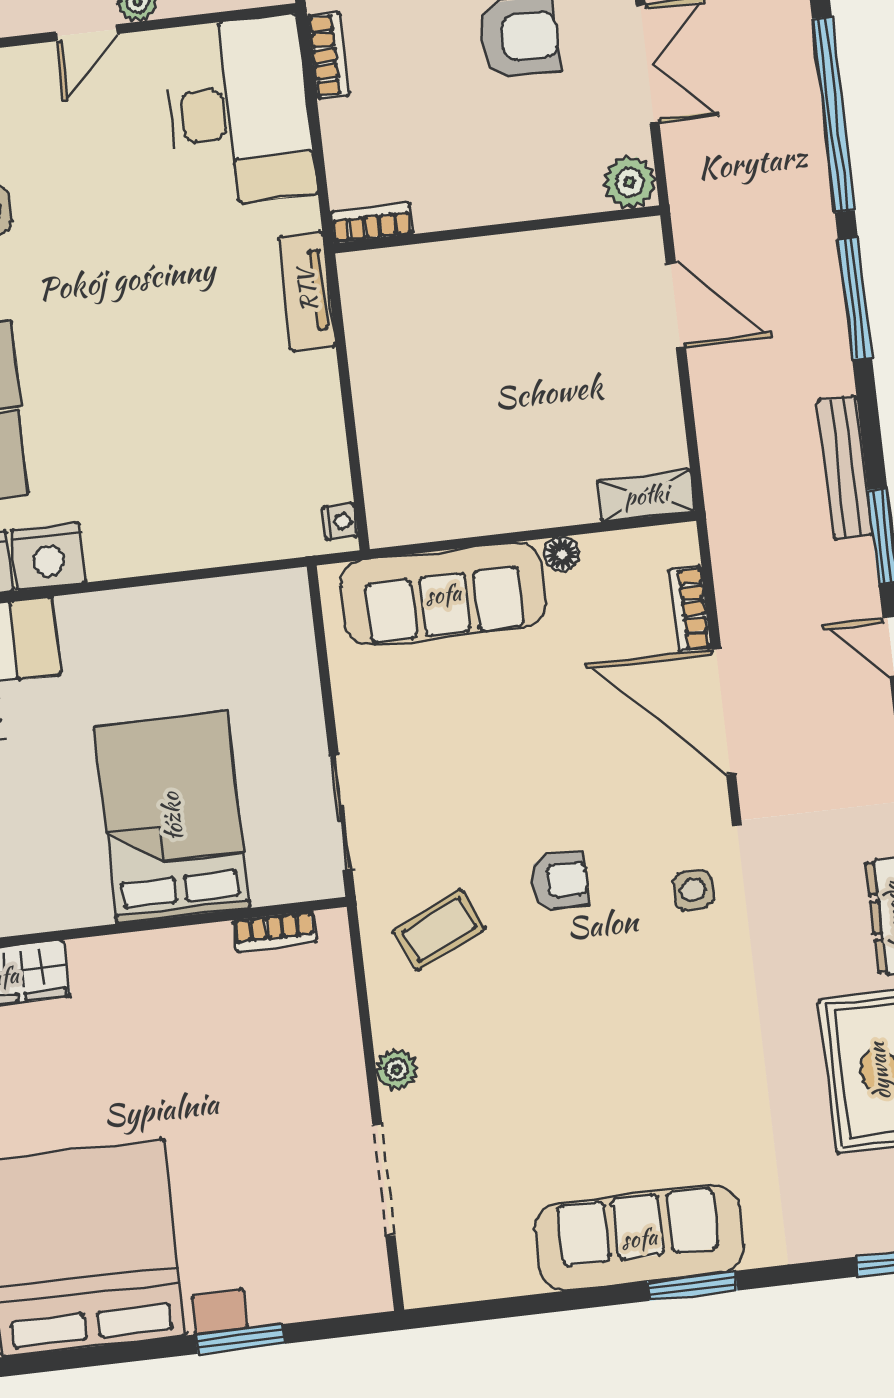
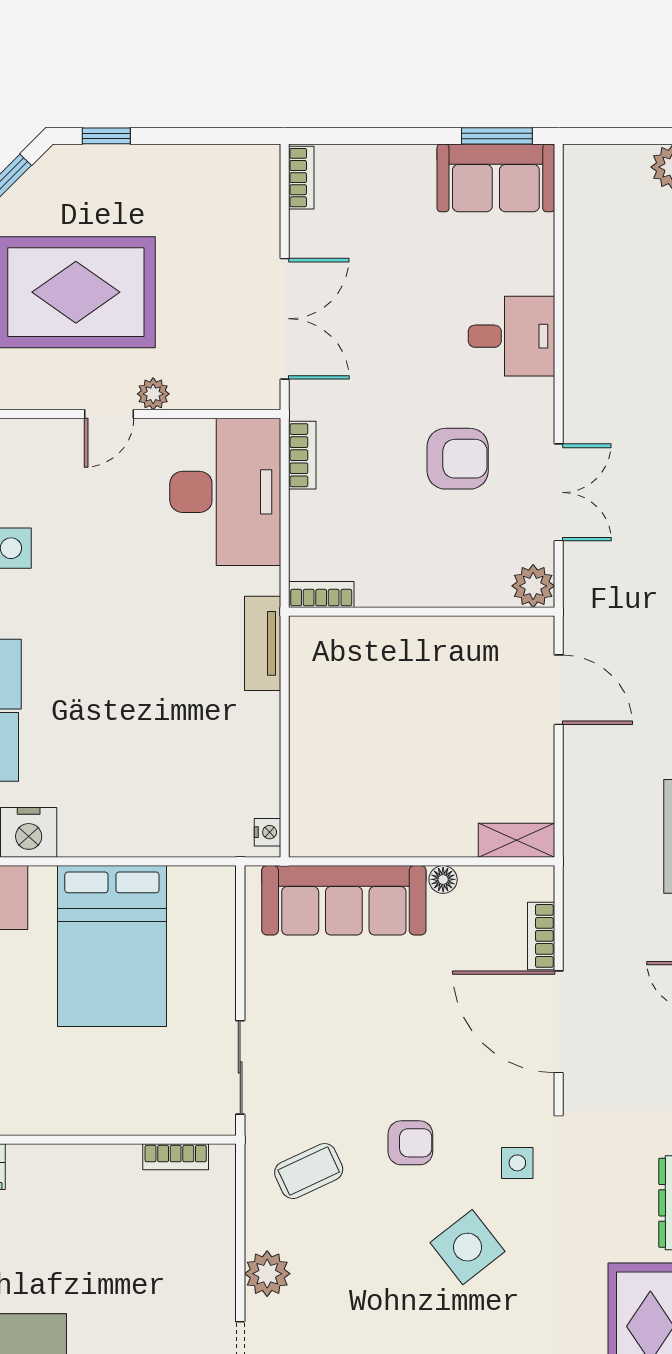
bed: (172, 817) -> (112, 946), moved, turned 180
side table: (644, 1000) -> (467, 1247), added
plant: (397, 1070) -> (267, 1274), width x1.38, depth x1.38

